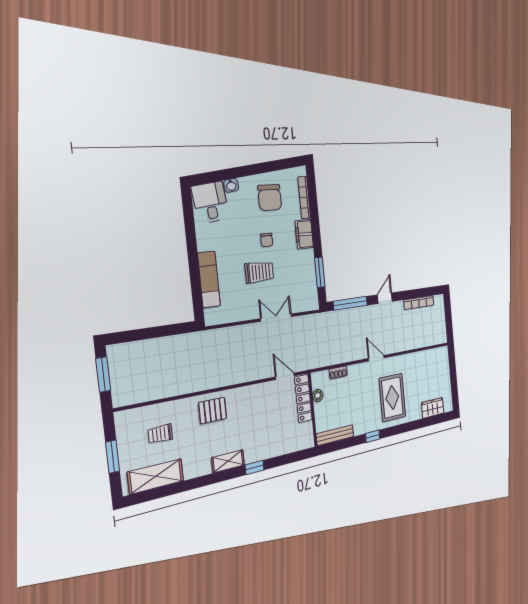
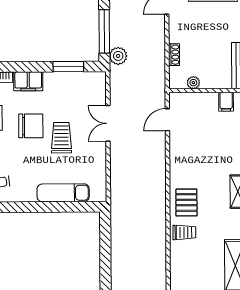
chair: (267, 240) -> (31, 126), width x1.87, depth x1.87
plant: (332, 319) -> (118, 56), added
locker: (303, 398) -> (193, 100), removed
filing cabinet: (305, 431) -> (226, 102), added
trolley: (160, 434) -> (184, 232), moved, turned -90

